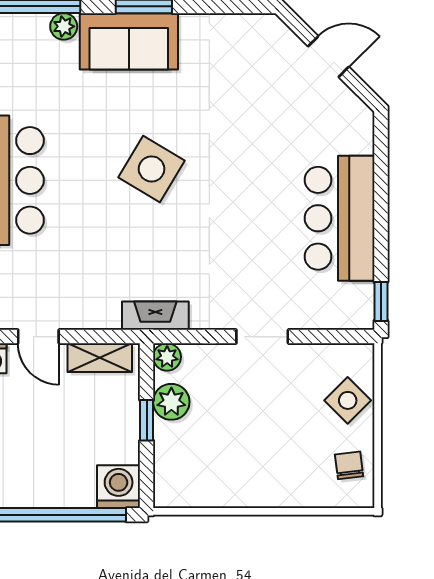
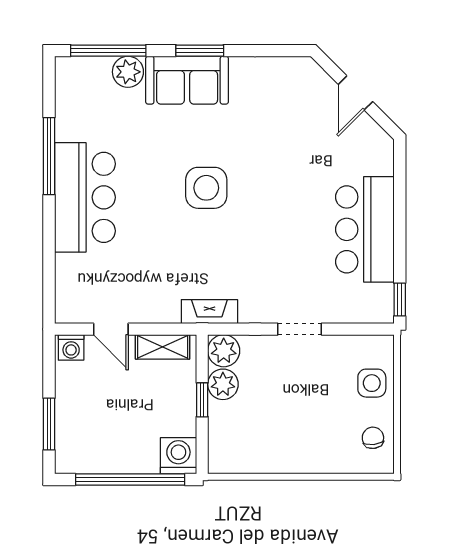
plant: (64, 26) -> (128, 72), width x1.38, depth x1.38
door: (328, 57) -> (356, 93), swing flipped
side table: (152, 169) -> (206, 188), turned -31
plant: (167, 357) -> (224, 351), width x1.38, depth x1.38
side table: (348, 400) -> (372, 383), turned 45

